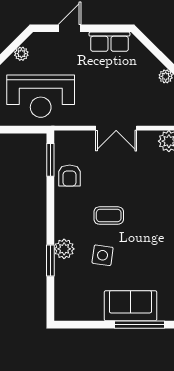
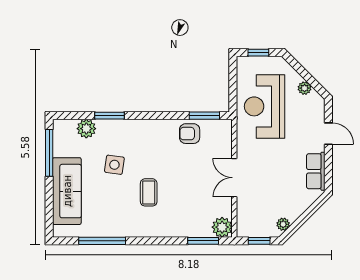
coffee table: (109, 216) -> (149, 192), moved
plant: (64, 249) -> (86, 129), moved
sofa: (130, 306) -> (67, 191), width x1.36
window: (139, 325) -> (49, 153), moved

